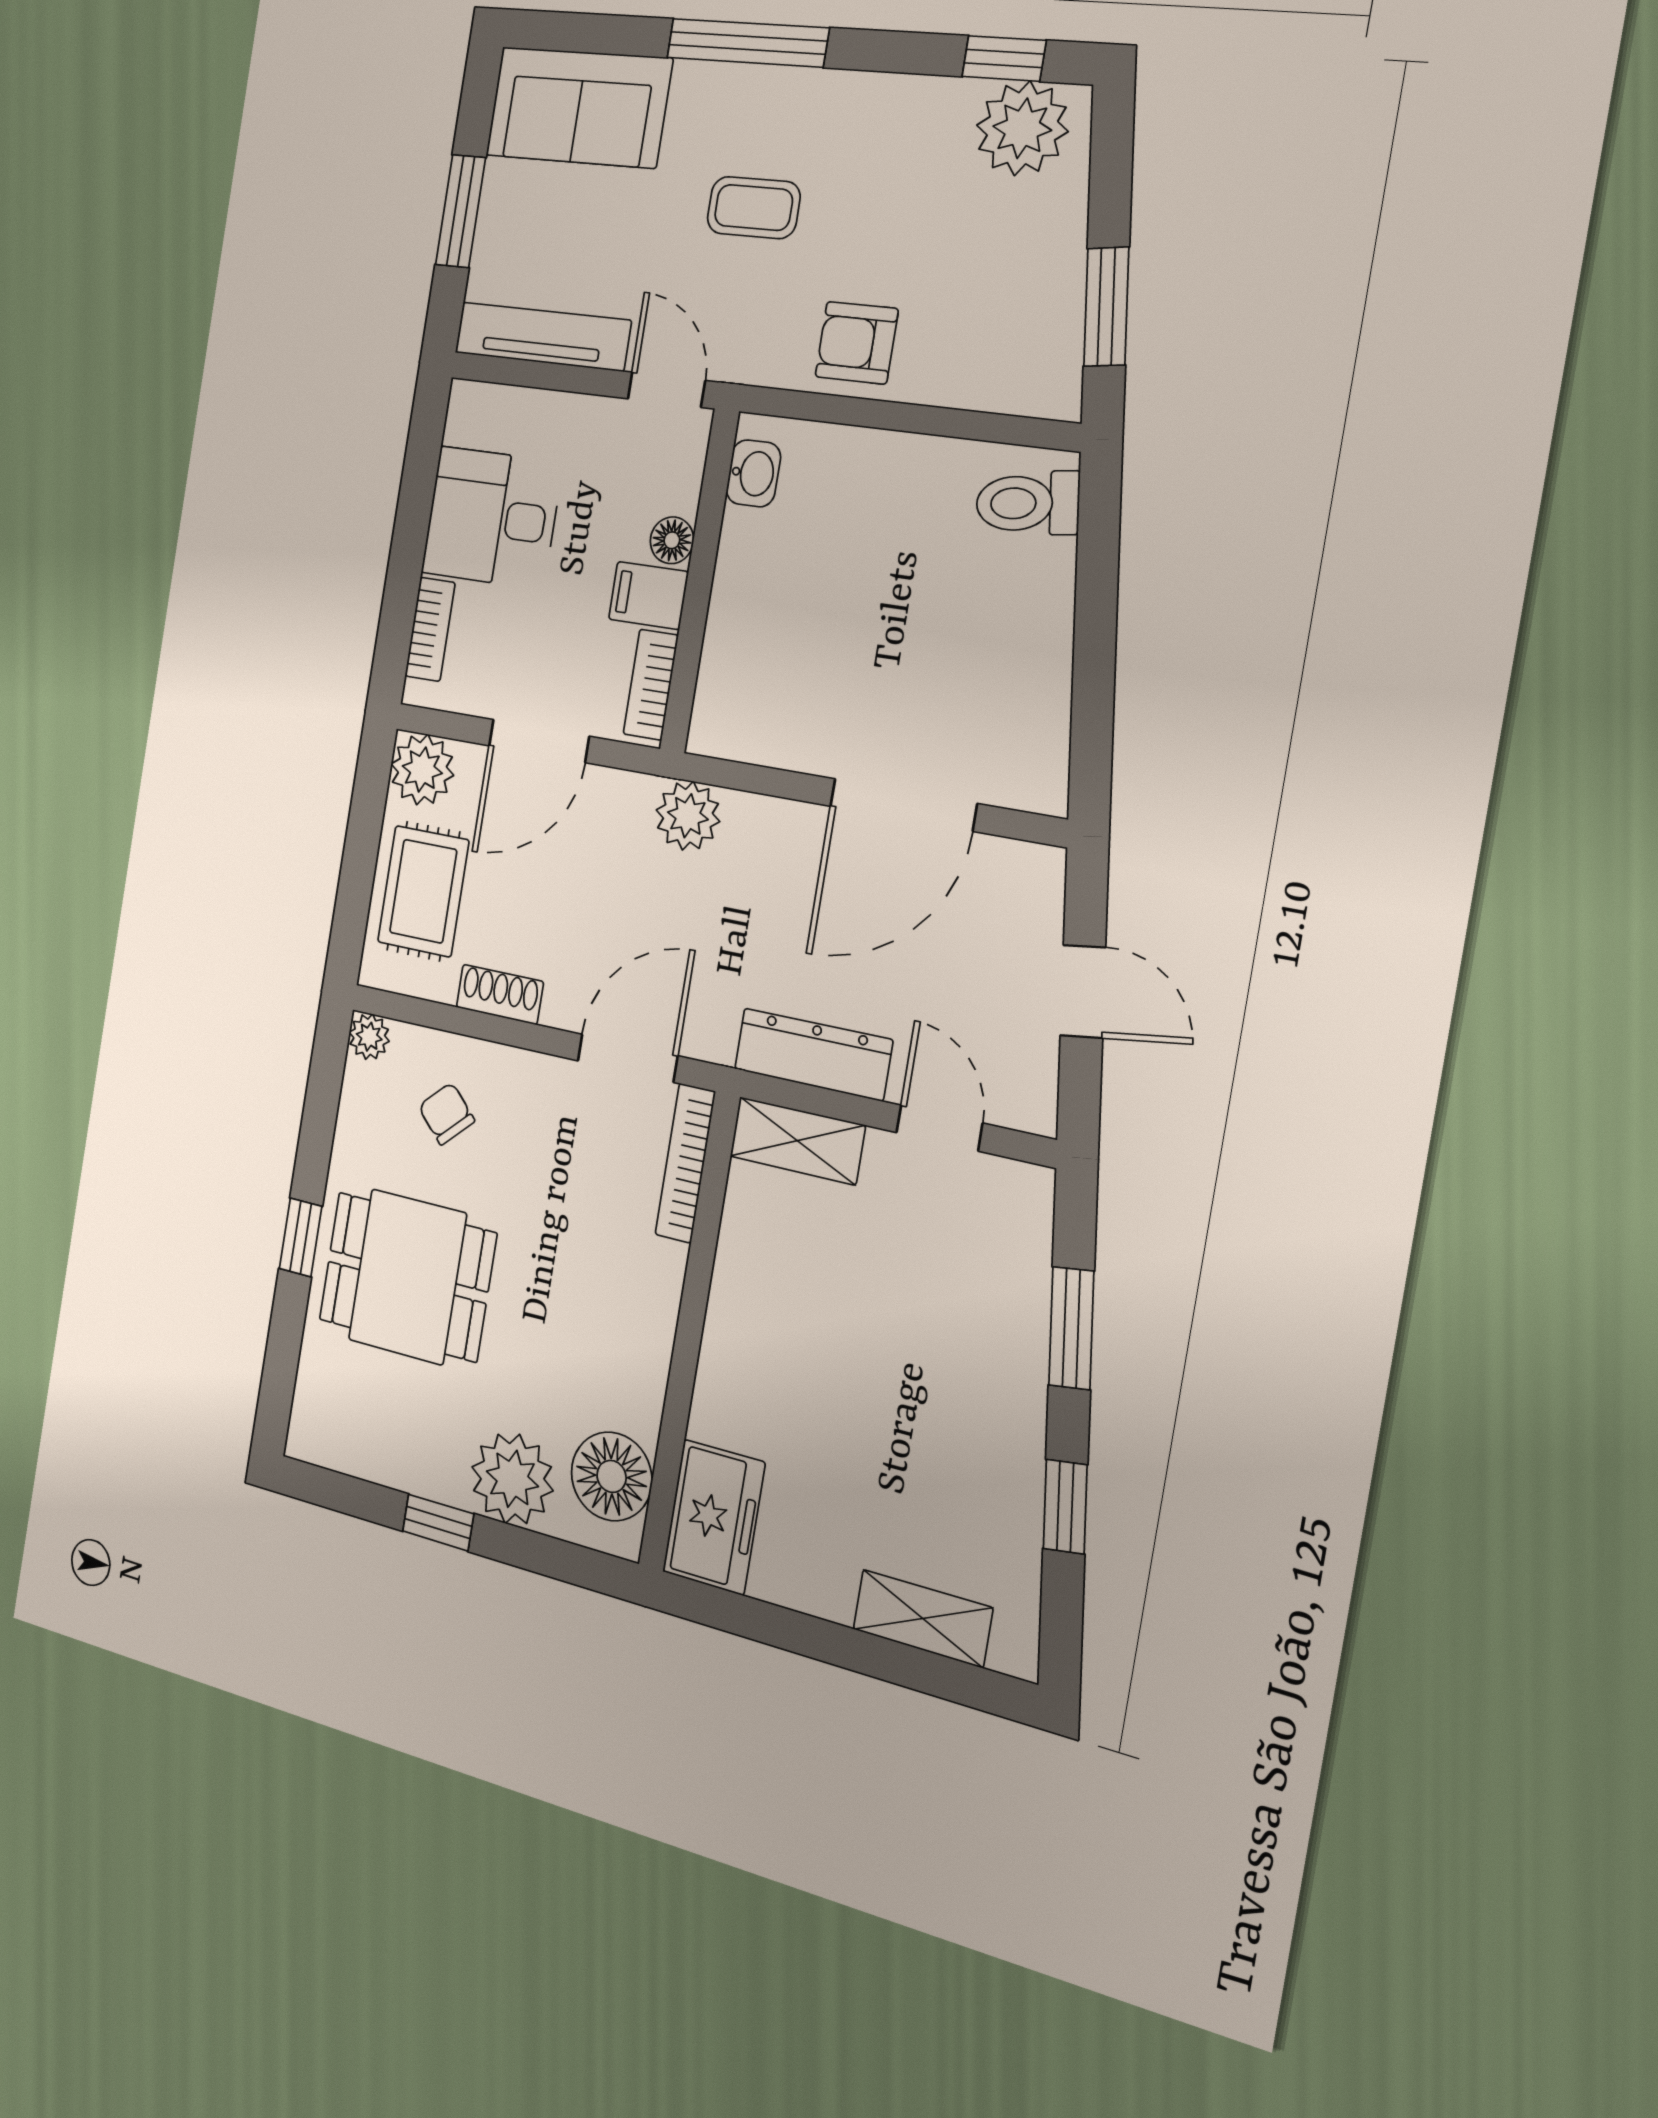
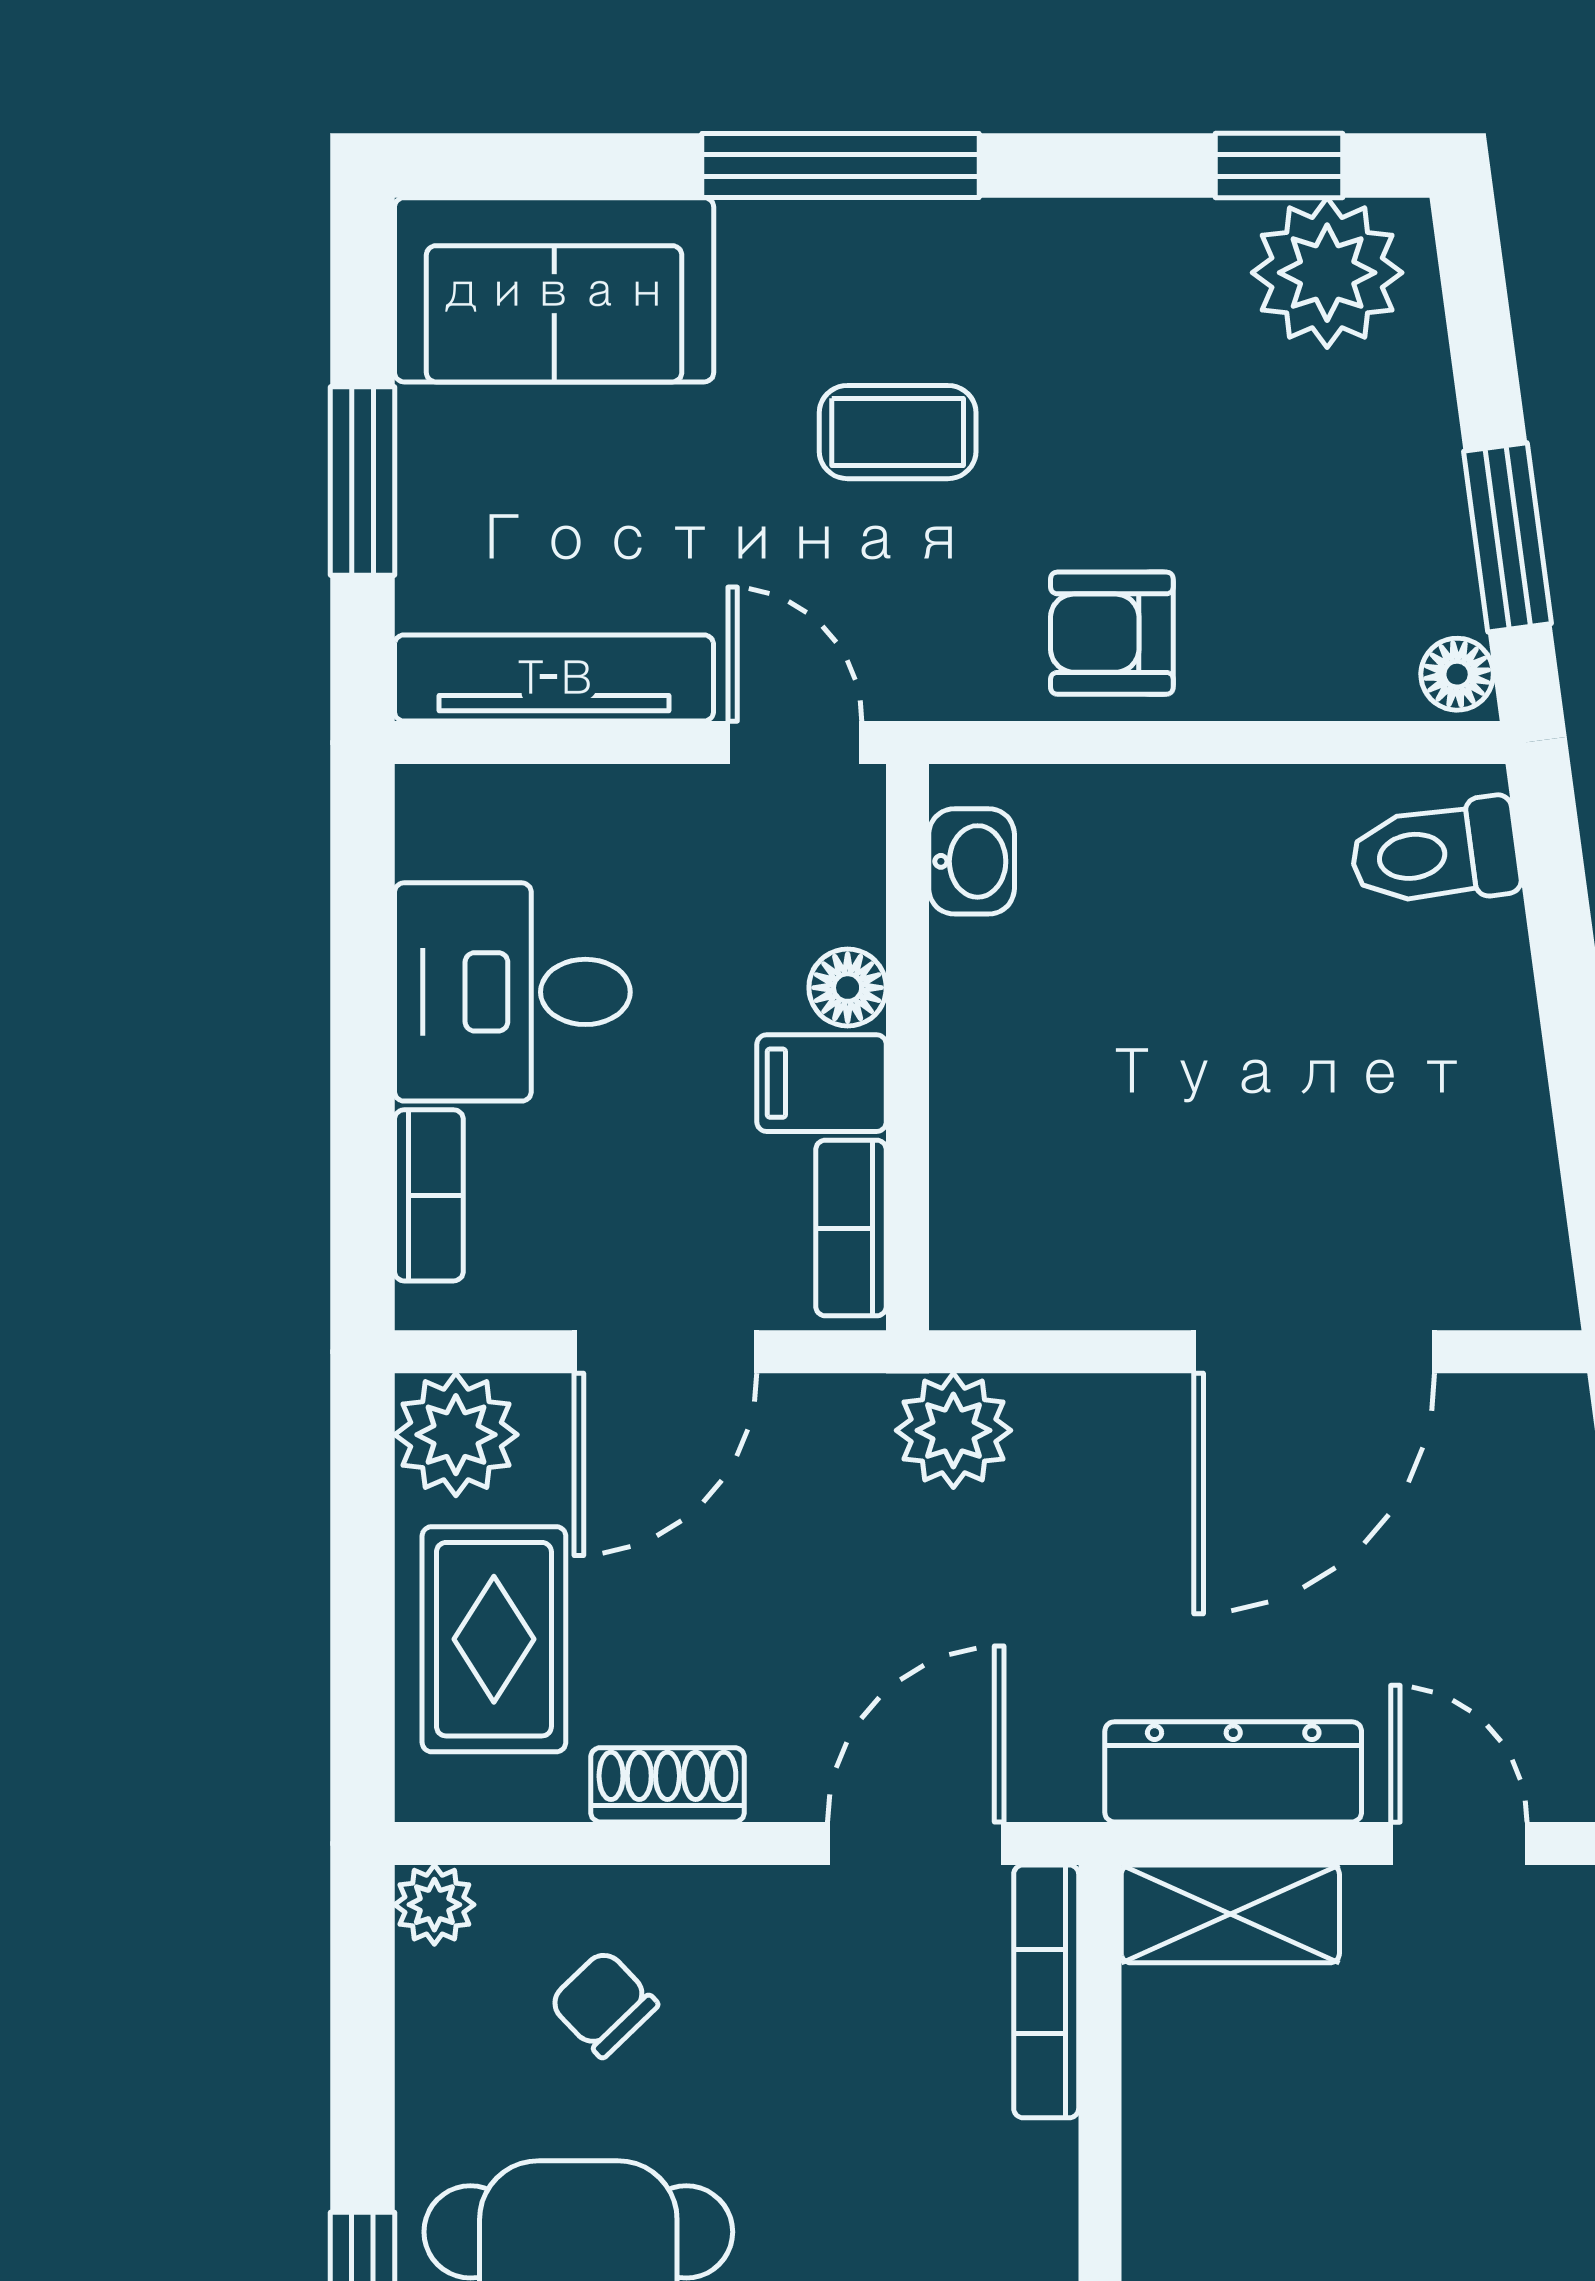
floor lamp: (1060, 391) -> (1457, 674), added

